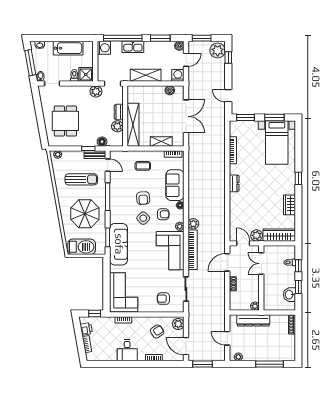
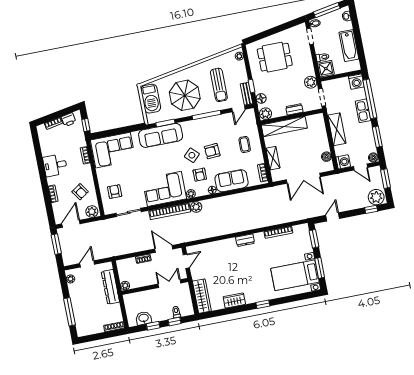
plant: (117, 126) -> (266, 114), moved
plant: (257, 235) -> (197, 273), removed

